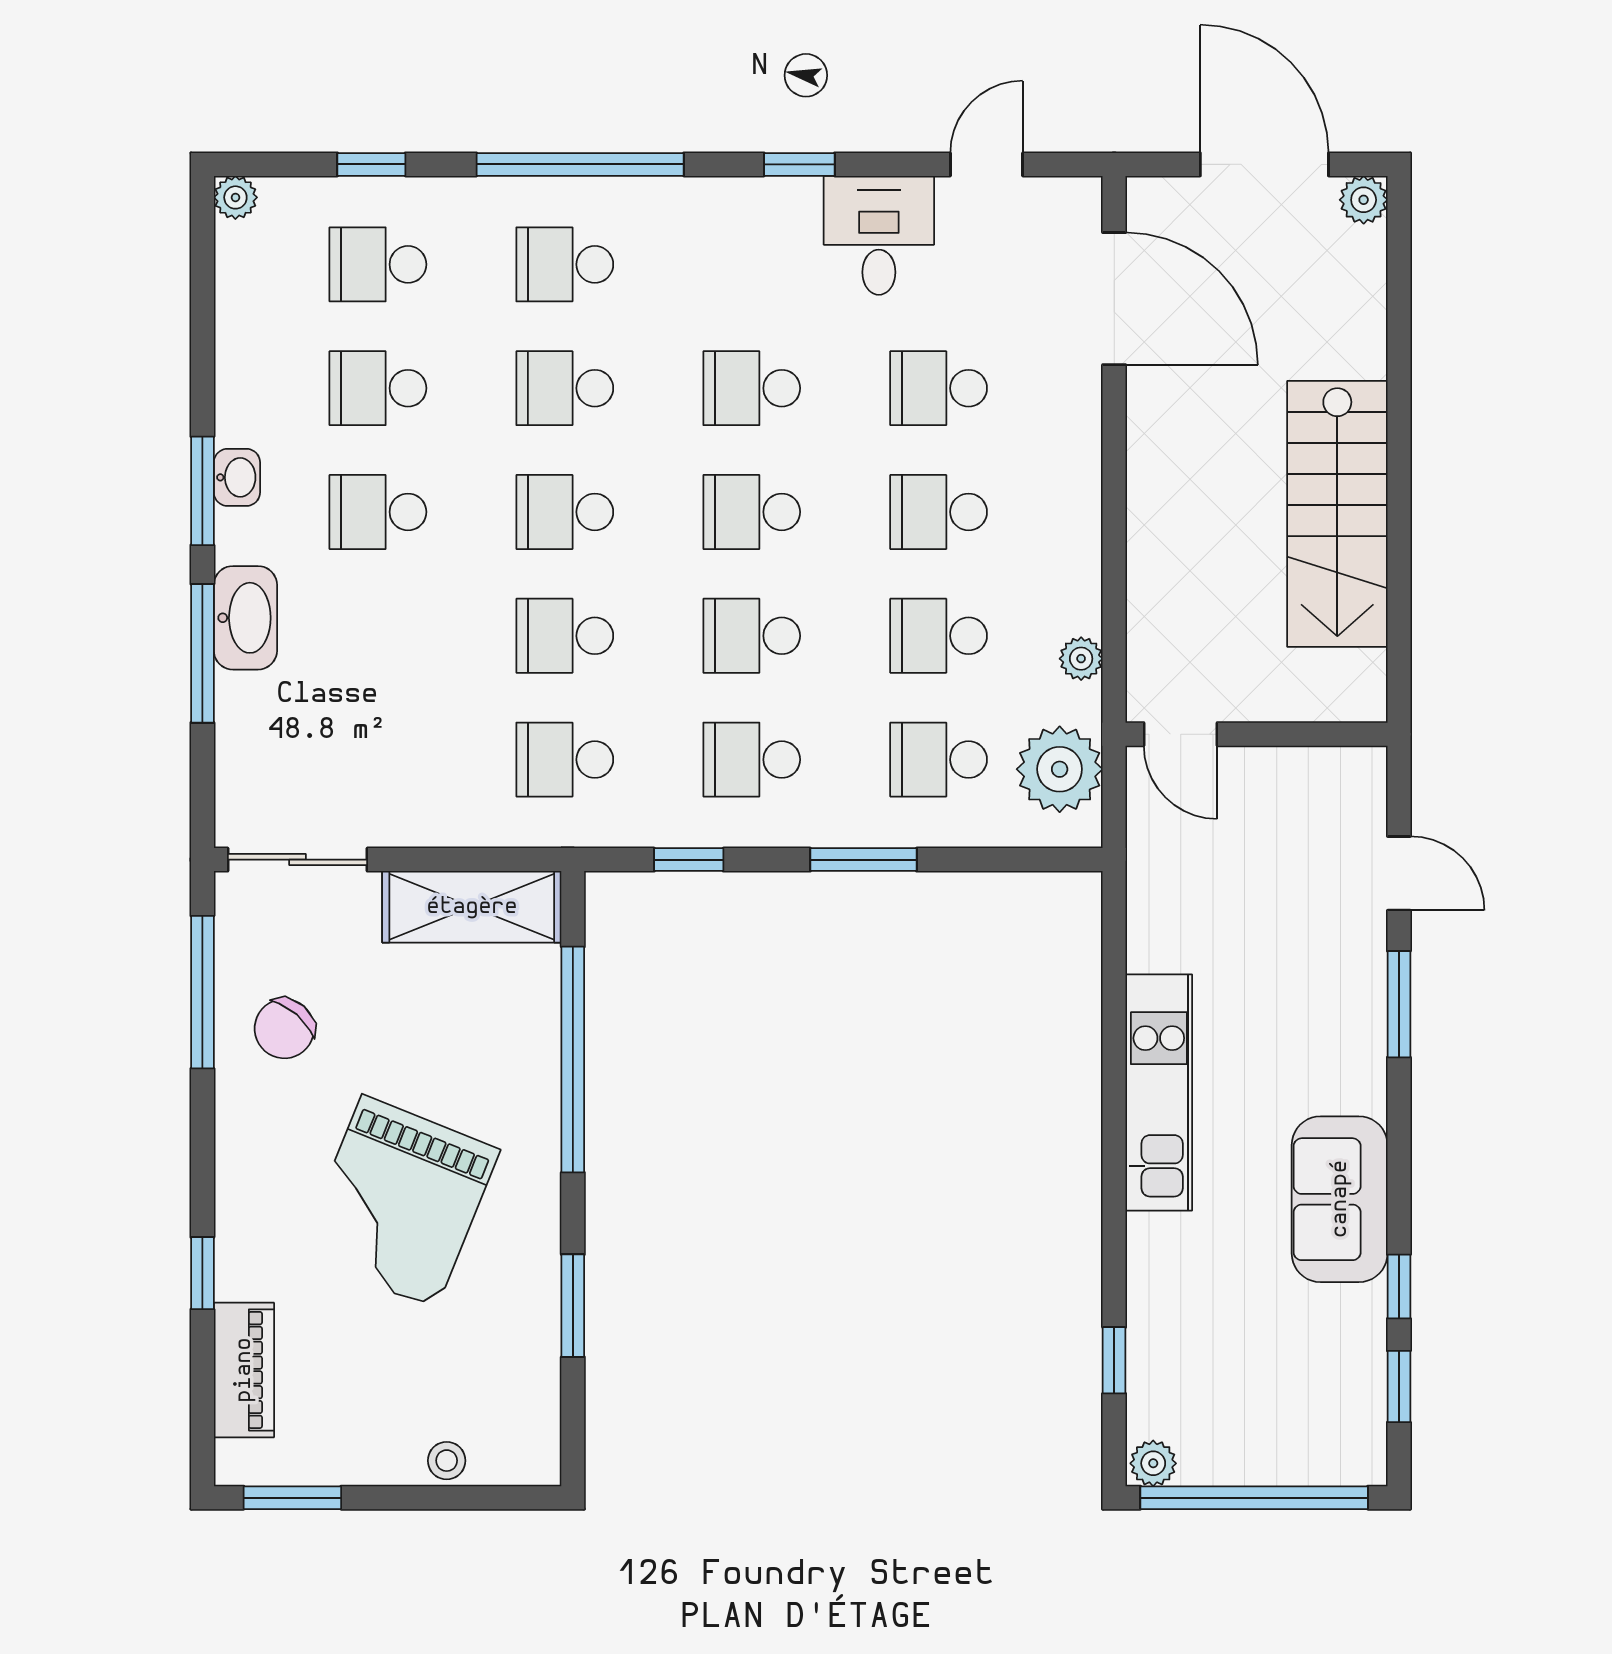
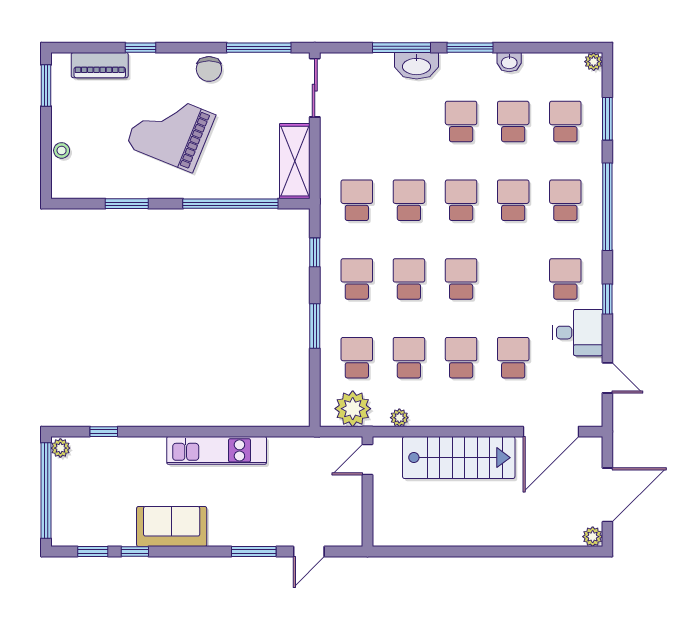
window: (371, 164) -> (607, 119), width x1.50
school desk: (752, 388) -> (565, 279), moved
washbasin: (237, 477) -> (509, 62), moved
stairs: (1337, 514) -> (459, 458), moved, turned 180
chair: (284, 1029) -> (209, 69), moved, turned -131

